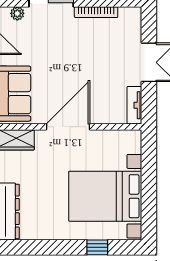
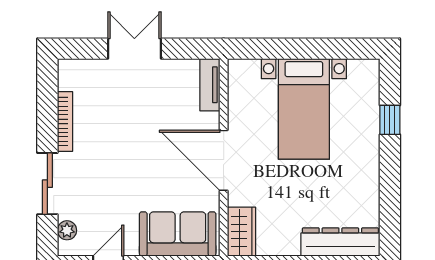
tv unit: (134, 105) -> (210, 85), moved, turned 90
bed with nightstands: (105, 196) -> (304, 109), width x0.73

